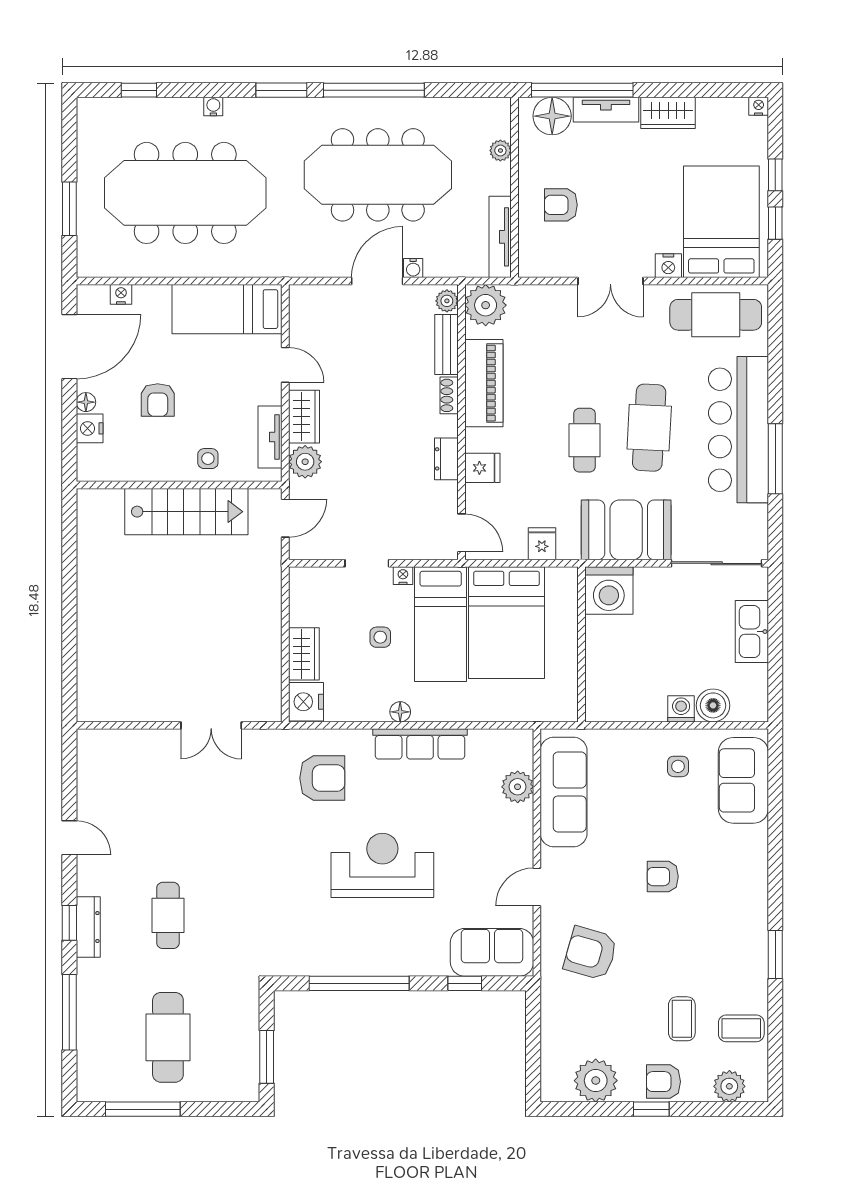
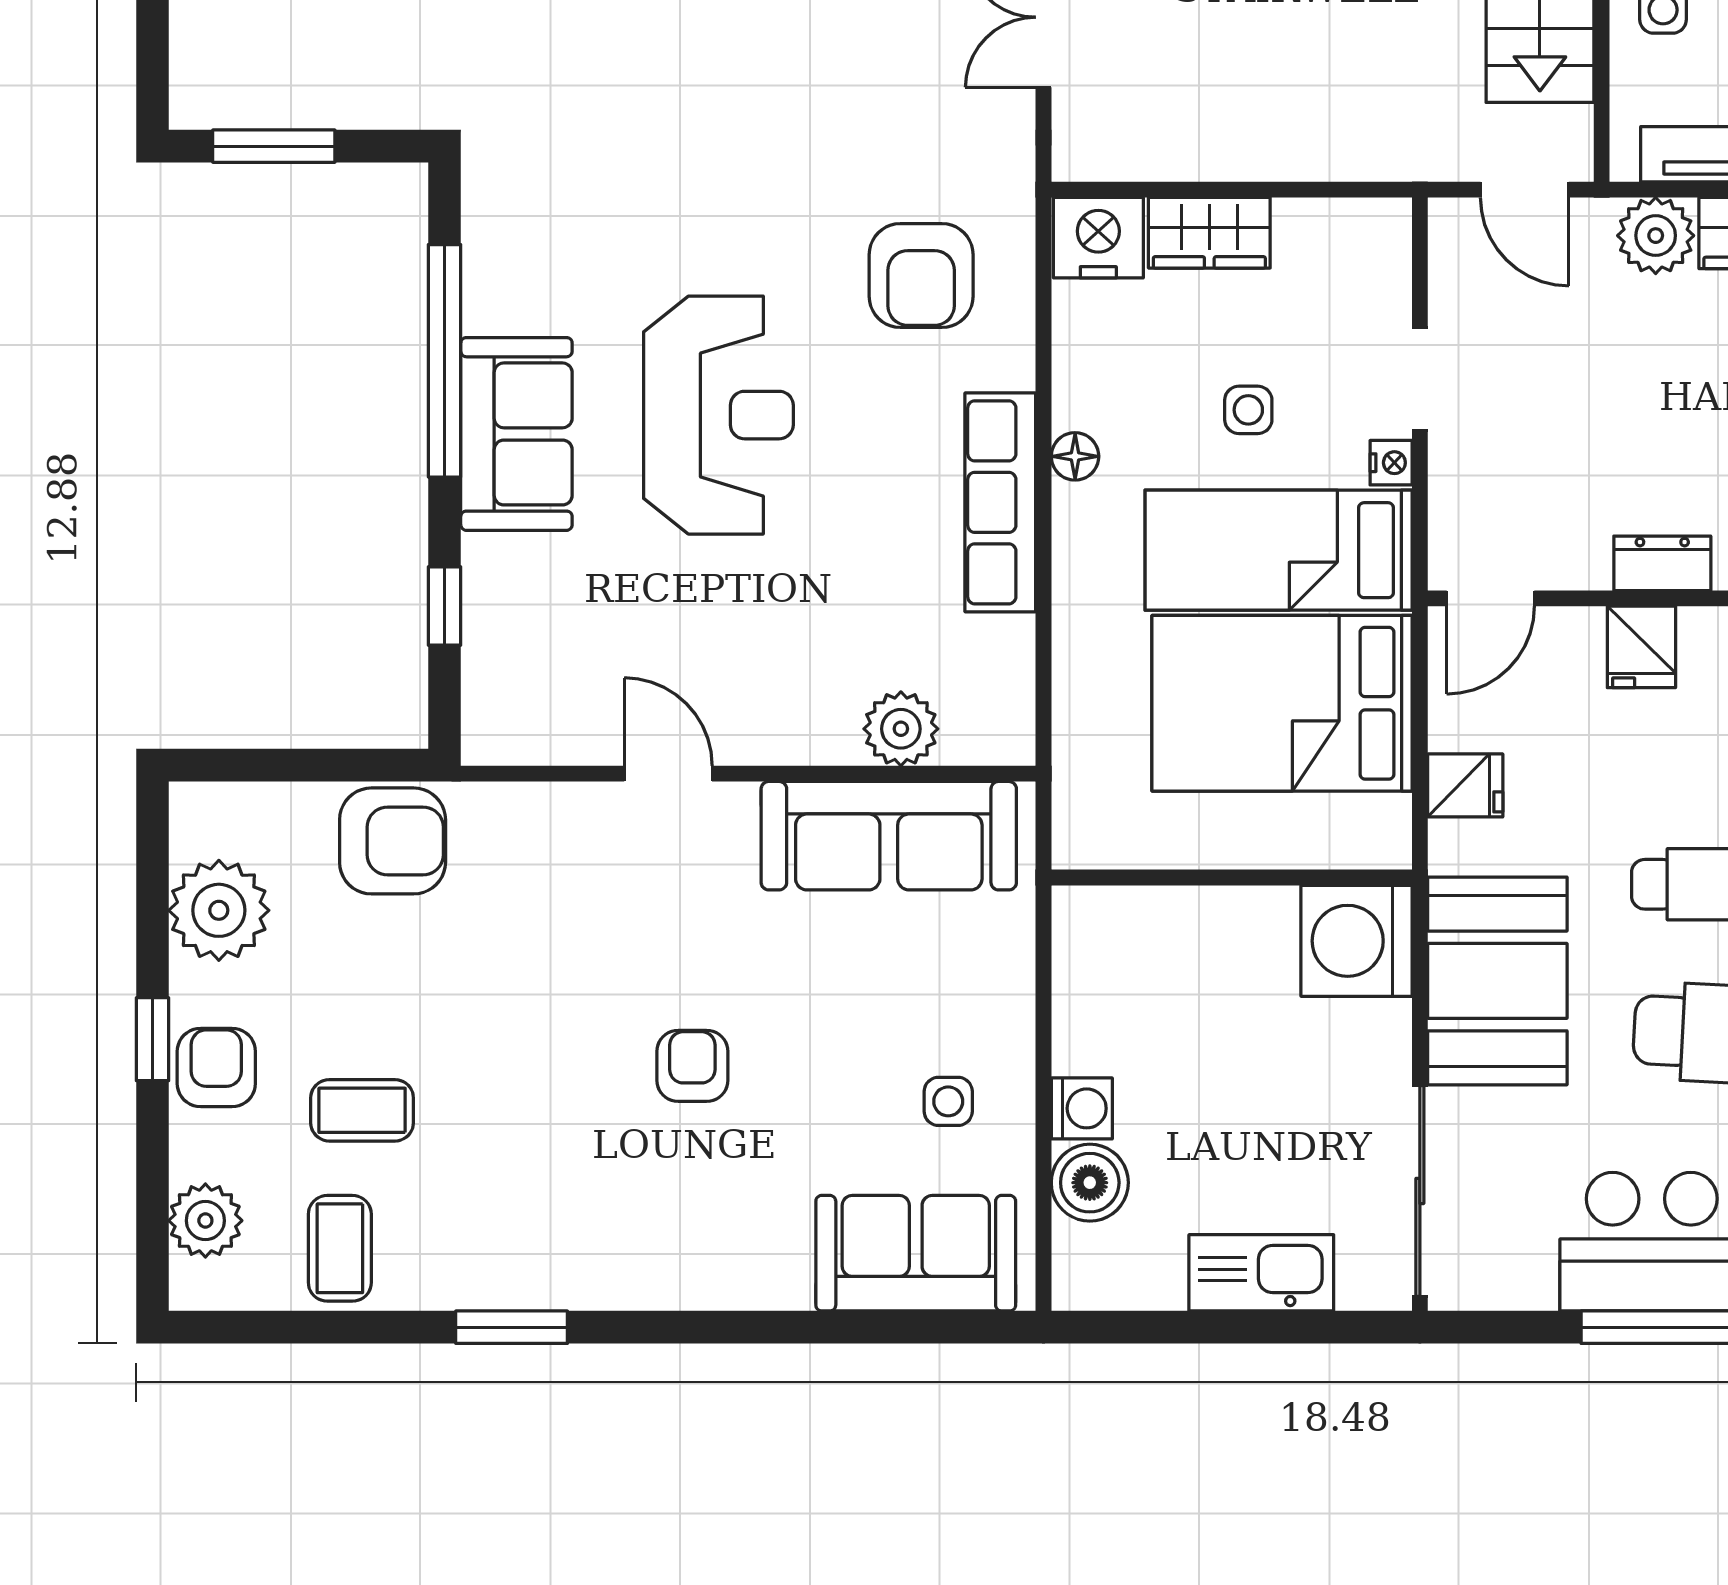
sofa: (492, 952) -> (516, 434), moved
armchair: (590, 953) -> (393, 841), moved, turned 74

